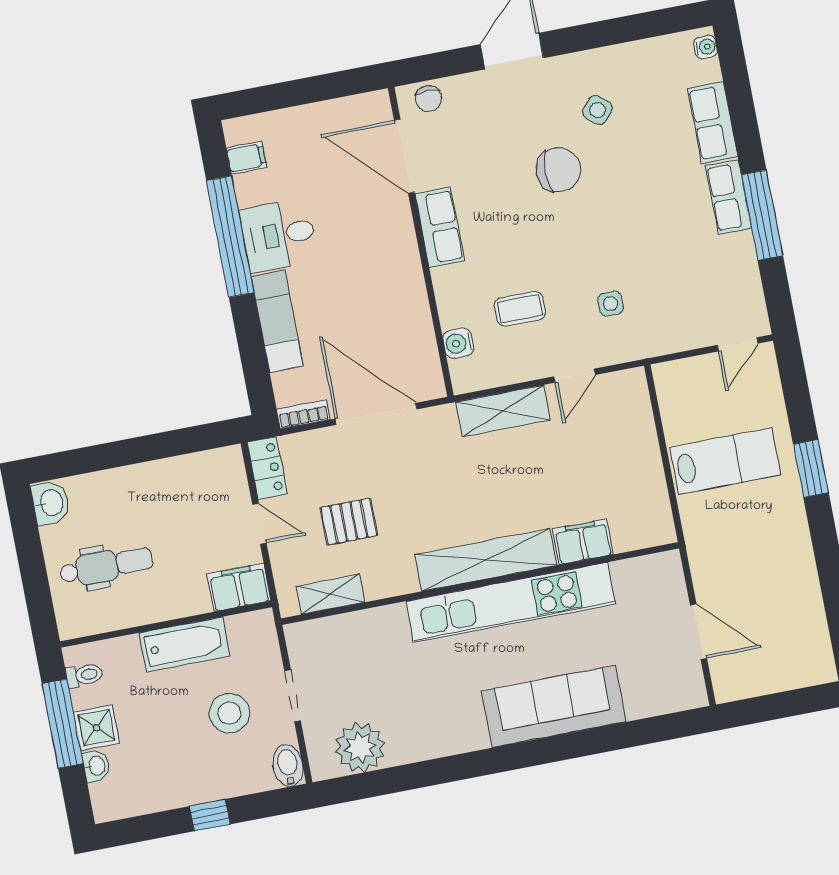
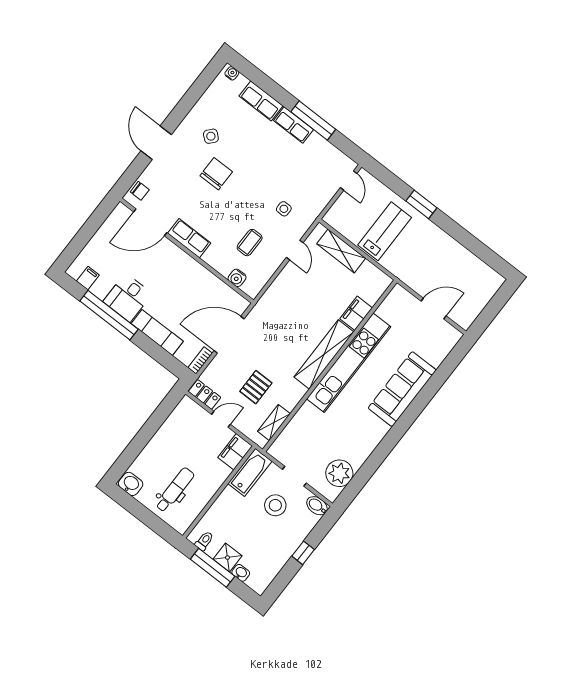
shelving: (503, 411) -> (341, 251), moved, turned 90
bathtub: (185, 644) -> (250, 472), moved

